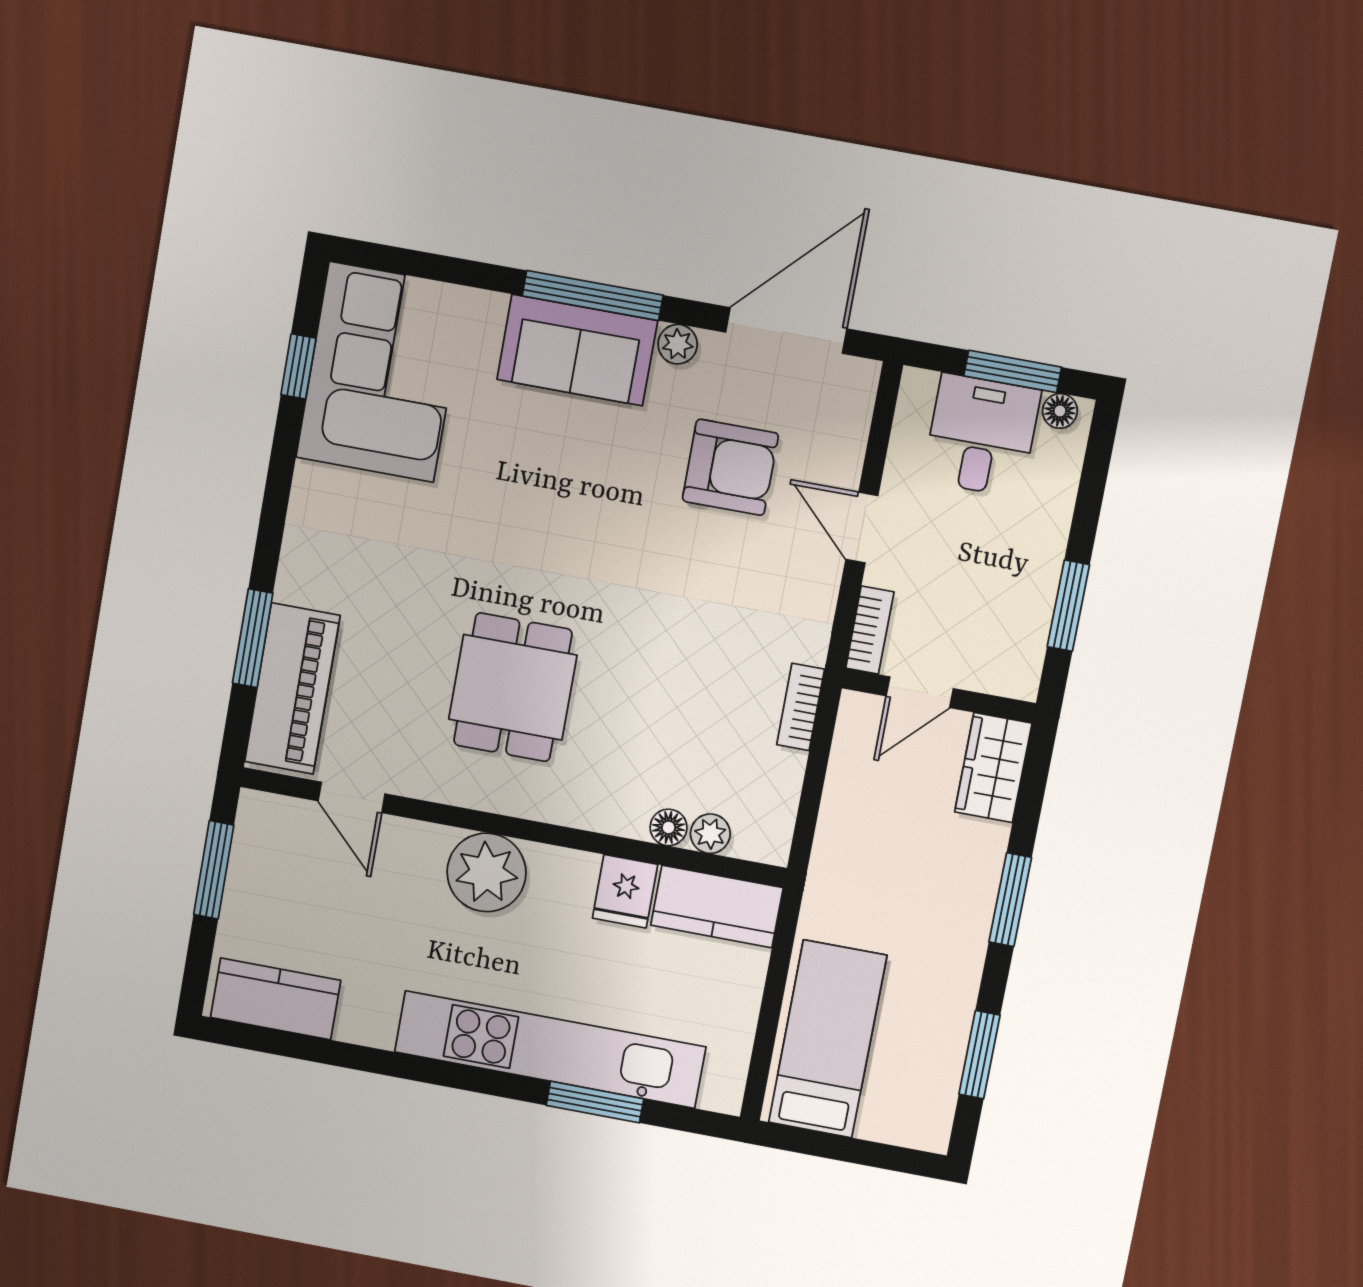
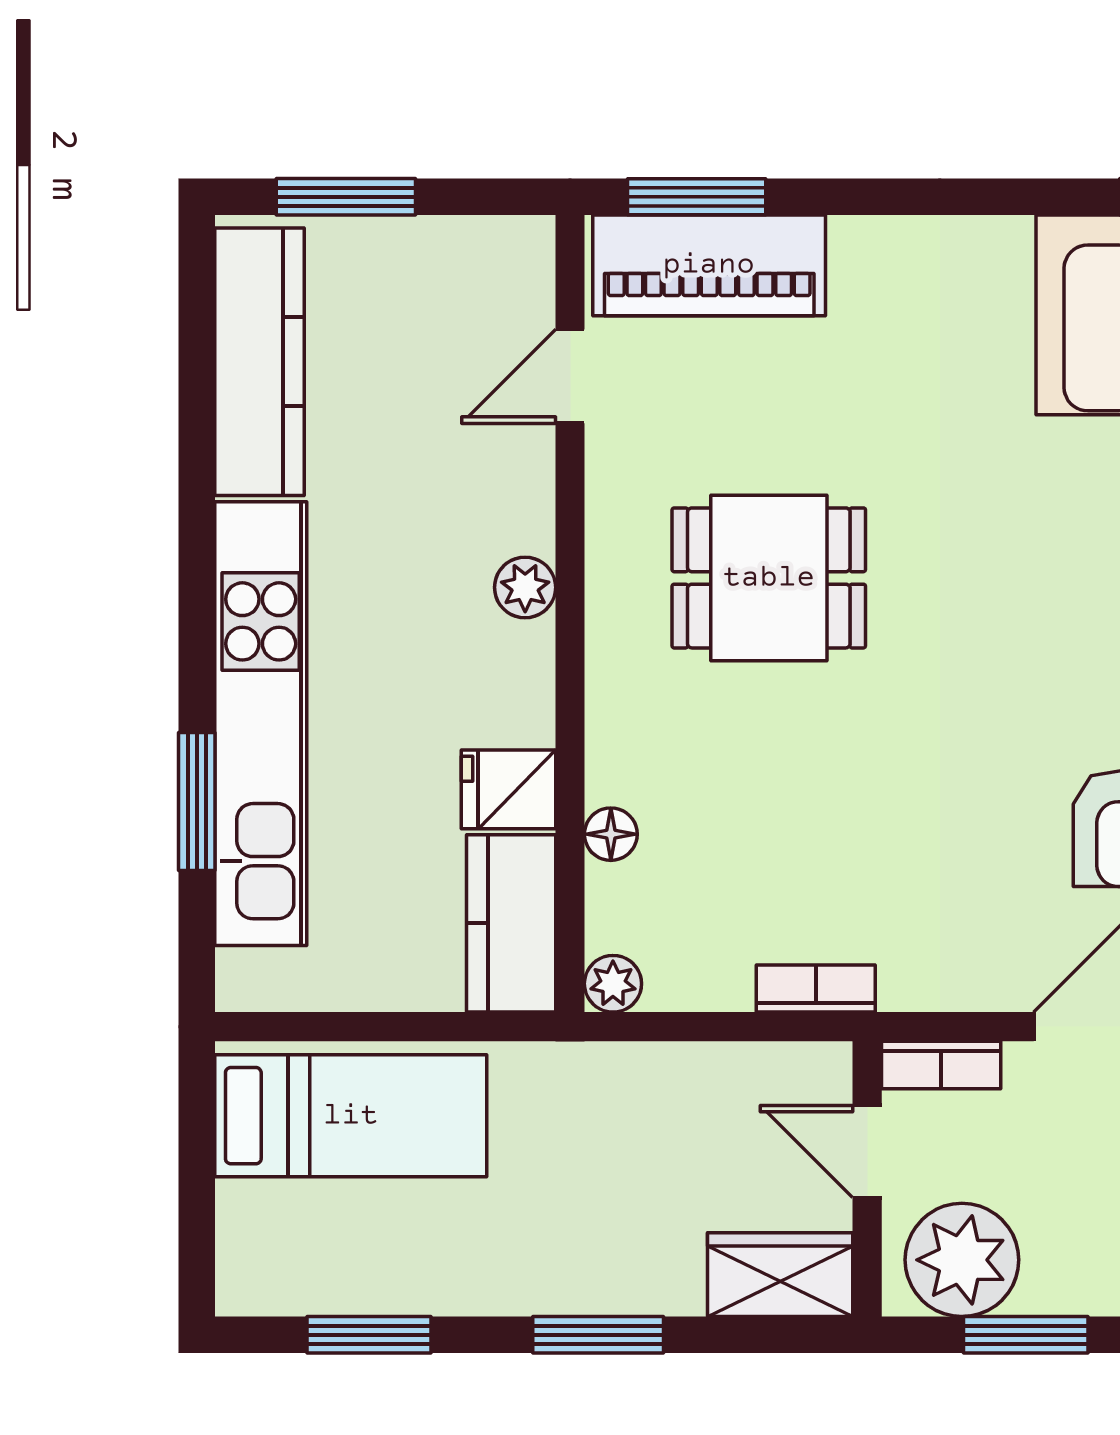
window: (253, 638) -> (697, 197), moved
plant: (1008, 640) -> (962, 1260), added
plant: (710, 834) -> (613, 984), moved
window: (214, 870) -> (346, 197), moved
plant: (486, 872) -> (525, 587), width x0.53, depth x0.53
kitchen counter: (276, 999) -> (259, 362), width x1.50

